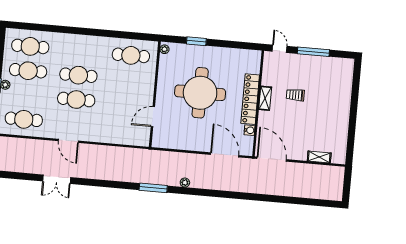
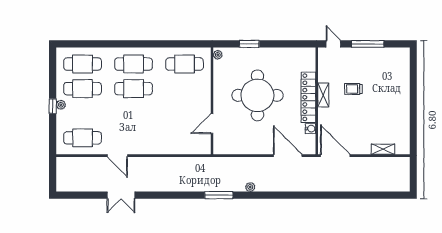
cafe table: (76, 100) -> (134, 64), moved
door: (68, 141) -> (117, 156), moved

